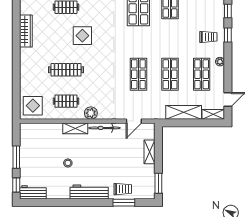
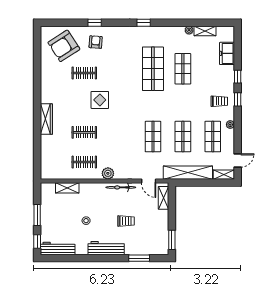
wardrobe: (26, 31) -> (46, 119), moved
clothes rail: (66, 70) -> (84, 132), width x0.73
display table: (33, 106) -> (53, 166), removed
shelving: (184, 112) -> (188, 173), width x1.47
door: (134, 121) -> (149, 181), hinge flipped
shelving: (75, 128) -> (67, 188), moved
shelving: (150, 152) -> (163, 198), moved
trolley: (123, 189) -> (126, 221), moved
workbench: (33, 192) -> (58, 248), width x1.38

